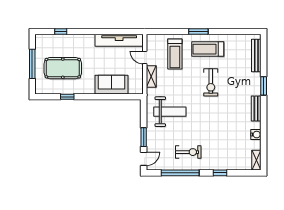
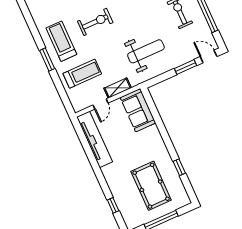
treadmill: (208, 49) -> (61, 41), turned 180
sofa: (112, 85) -> (138, 110), moved
weight bench: (170, 112) -> (146, 51), turned 90

